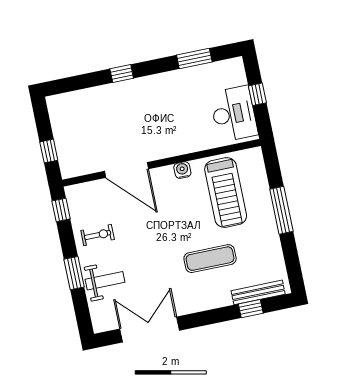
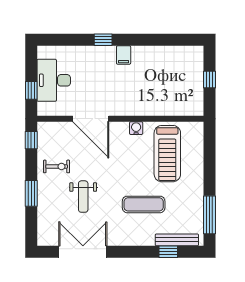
window: (194, 58) -> (164, 40), removed
filing cabinet: (150, 87) -> (124, 55), added
desk: (234, 114) -> (54, 80), moved, turned 180
window: (281, 210) -> (210, 215), moved
weight bench: (105, 281) -> (83, 197), moved, turned 90

